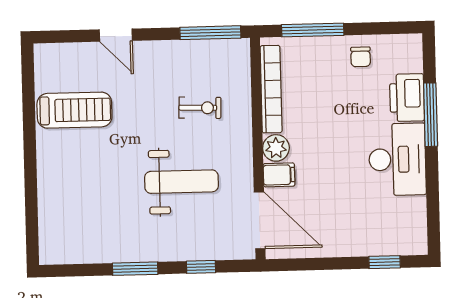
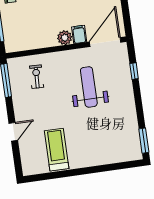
bookcase: (271, 89) -> (33, 44), removed
exercise bike: (200, 108) -> (37, 77), moved
window: (135, 269) -> (144, 141), moved

